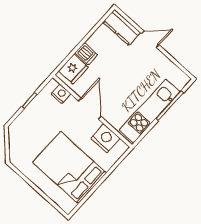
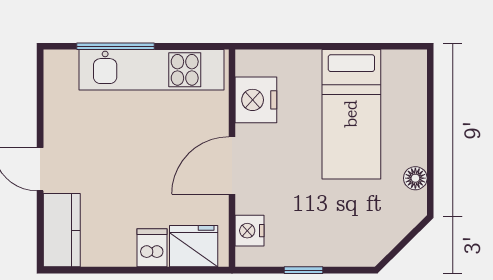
bed: (69, 168) -> (351, 114), width x0.67
floor lamp: (26, 170) -> (415, 178), added

